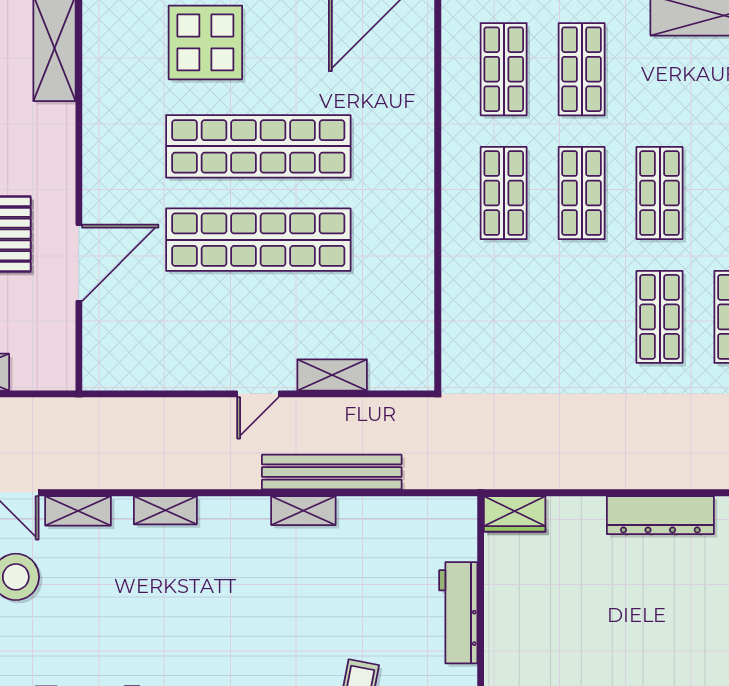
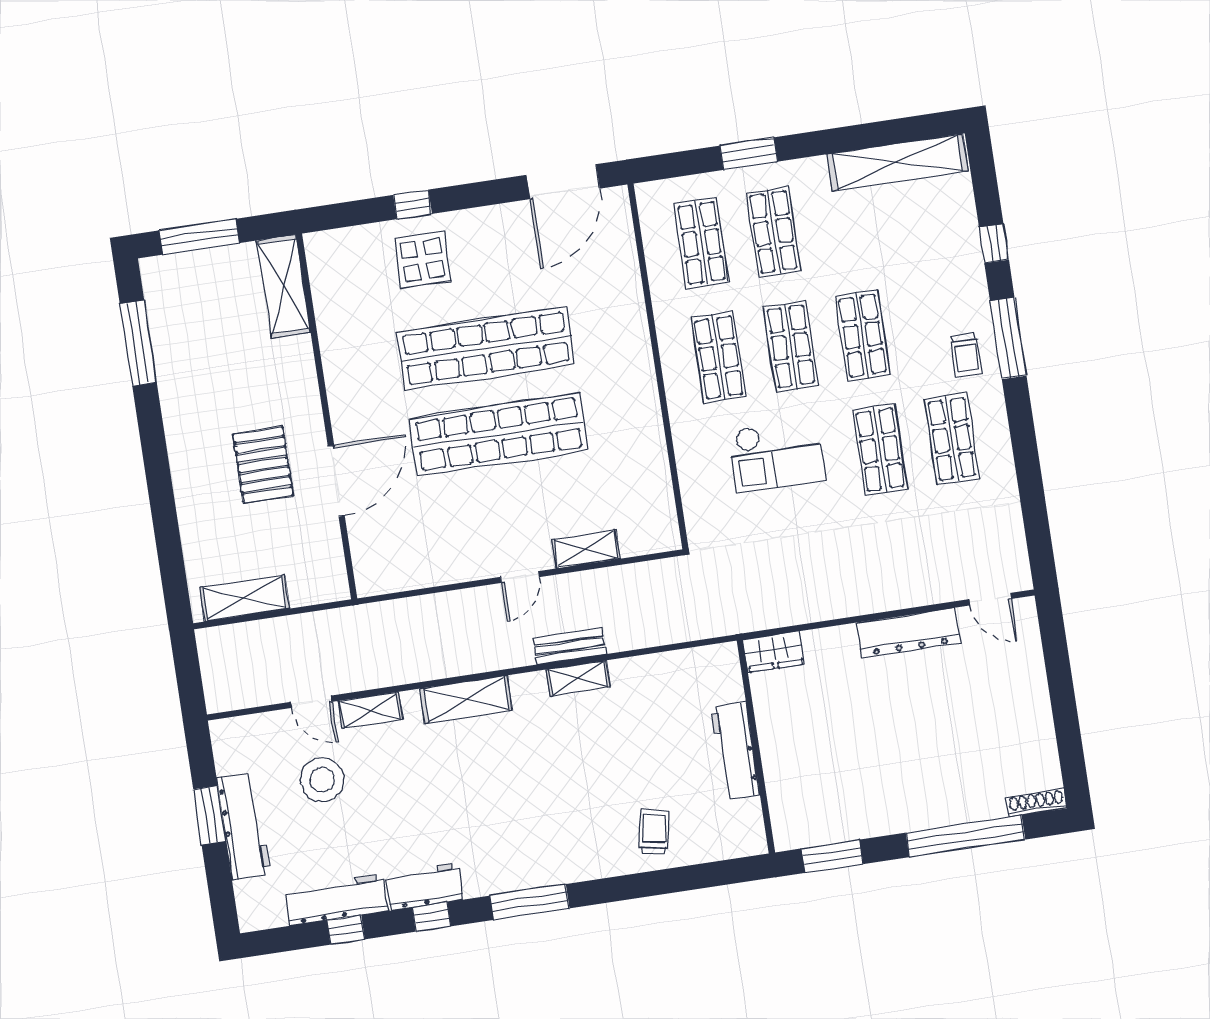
display table: (205, 42) -> (422, 260), width x0.73, depth x0.73
checkout: (549, 306) -> (777, 455), added
bench: (332, 472) -> (570, 646), width x0.54, depth x0.82
shelving: (165, 510) -> (466, 699), width x1.50, depth x1.33

